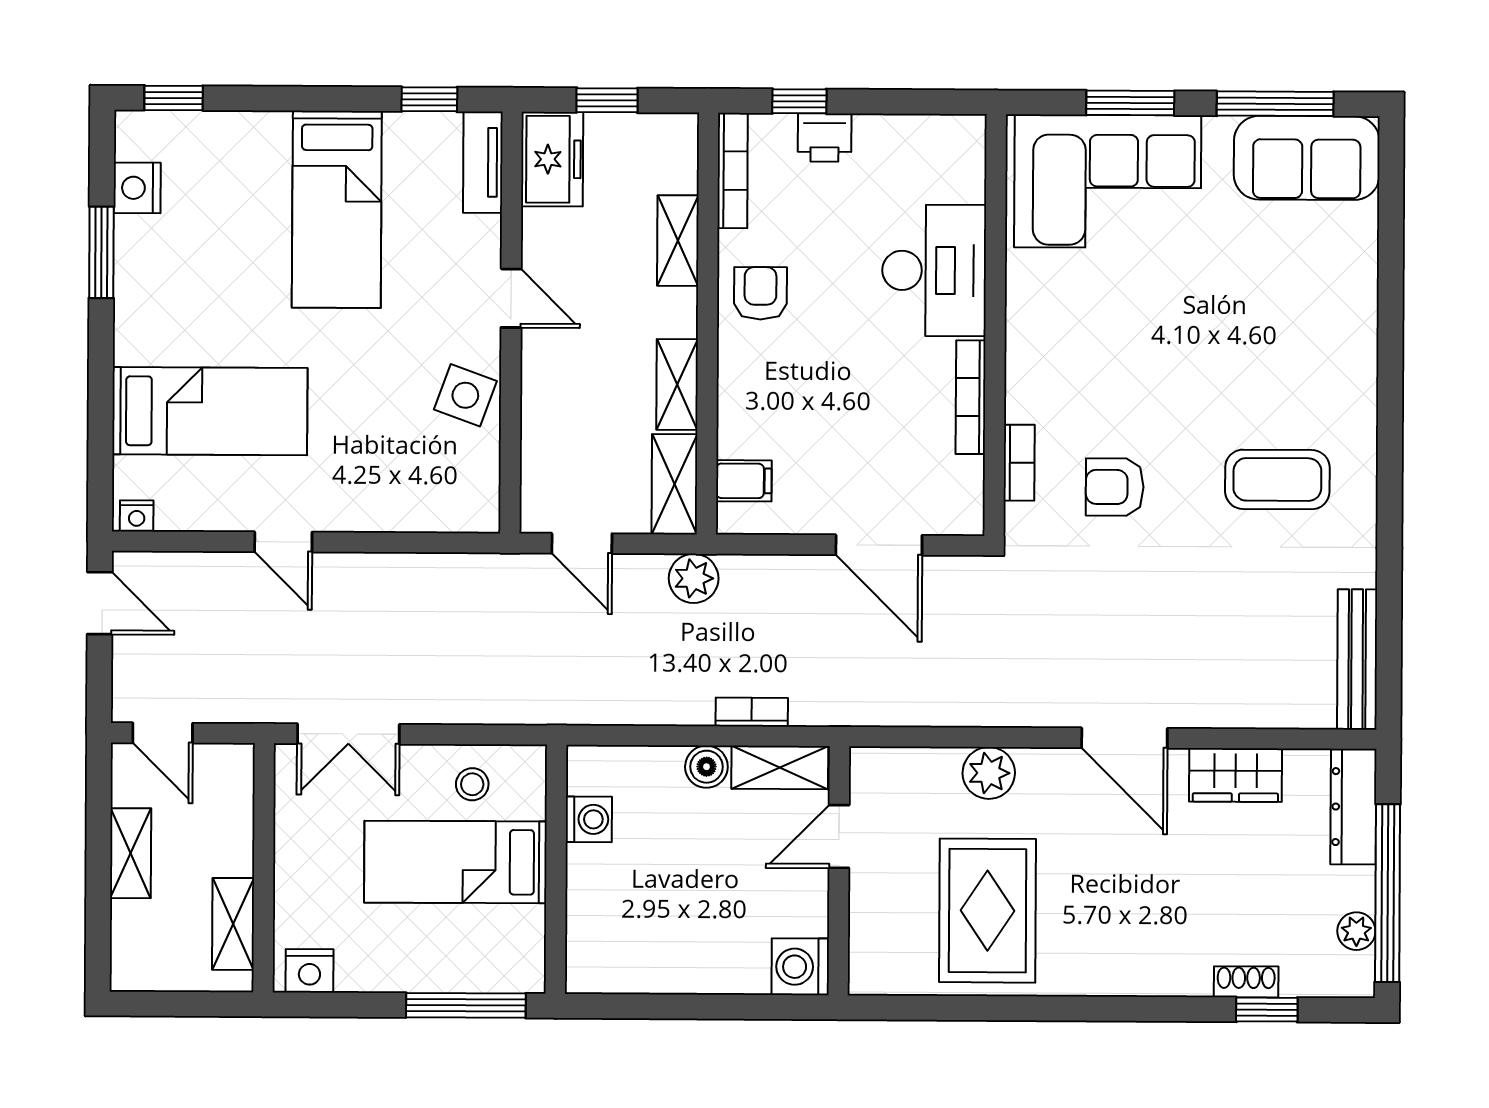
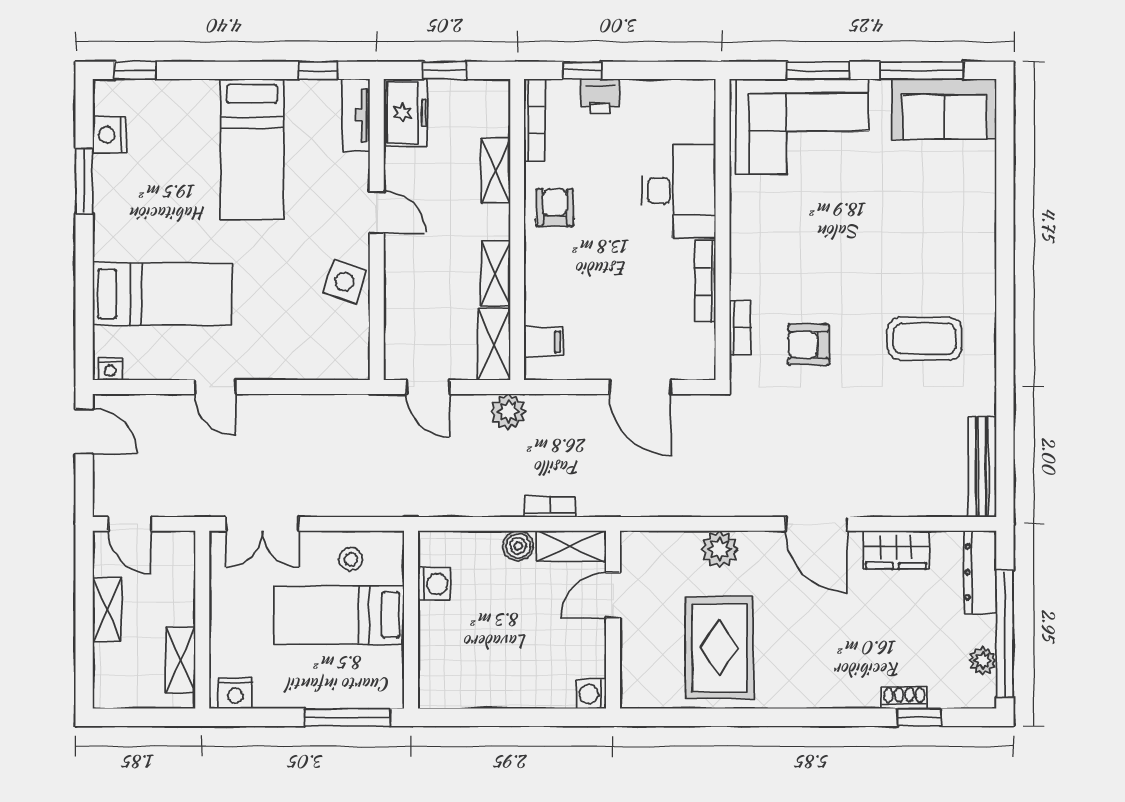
washing machine: (800, 967) -> (591, 694), width x0.73, depth x0.73

